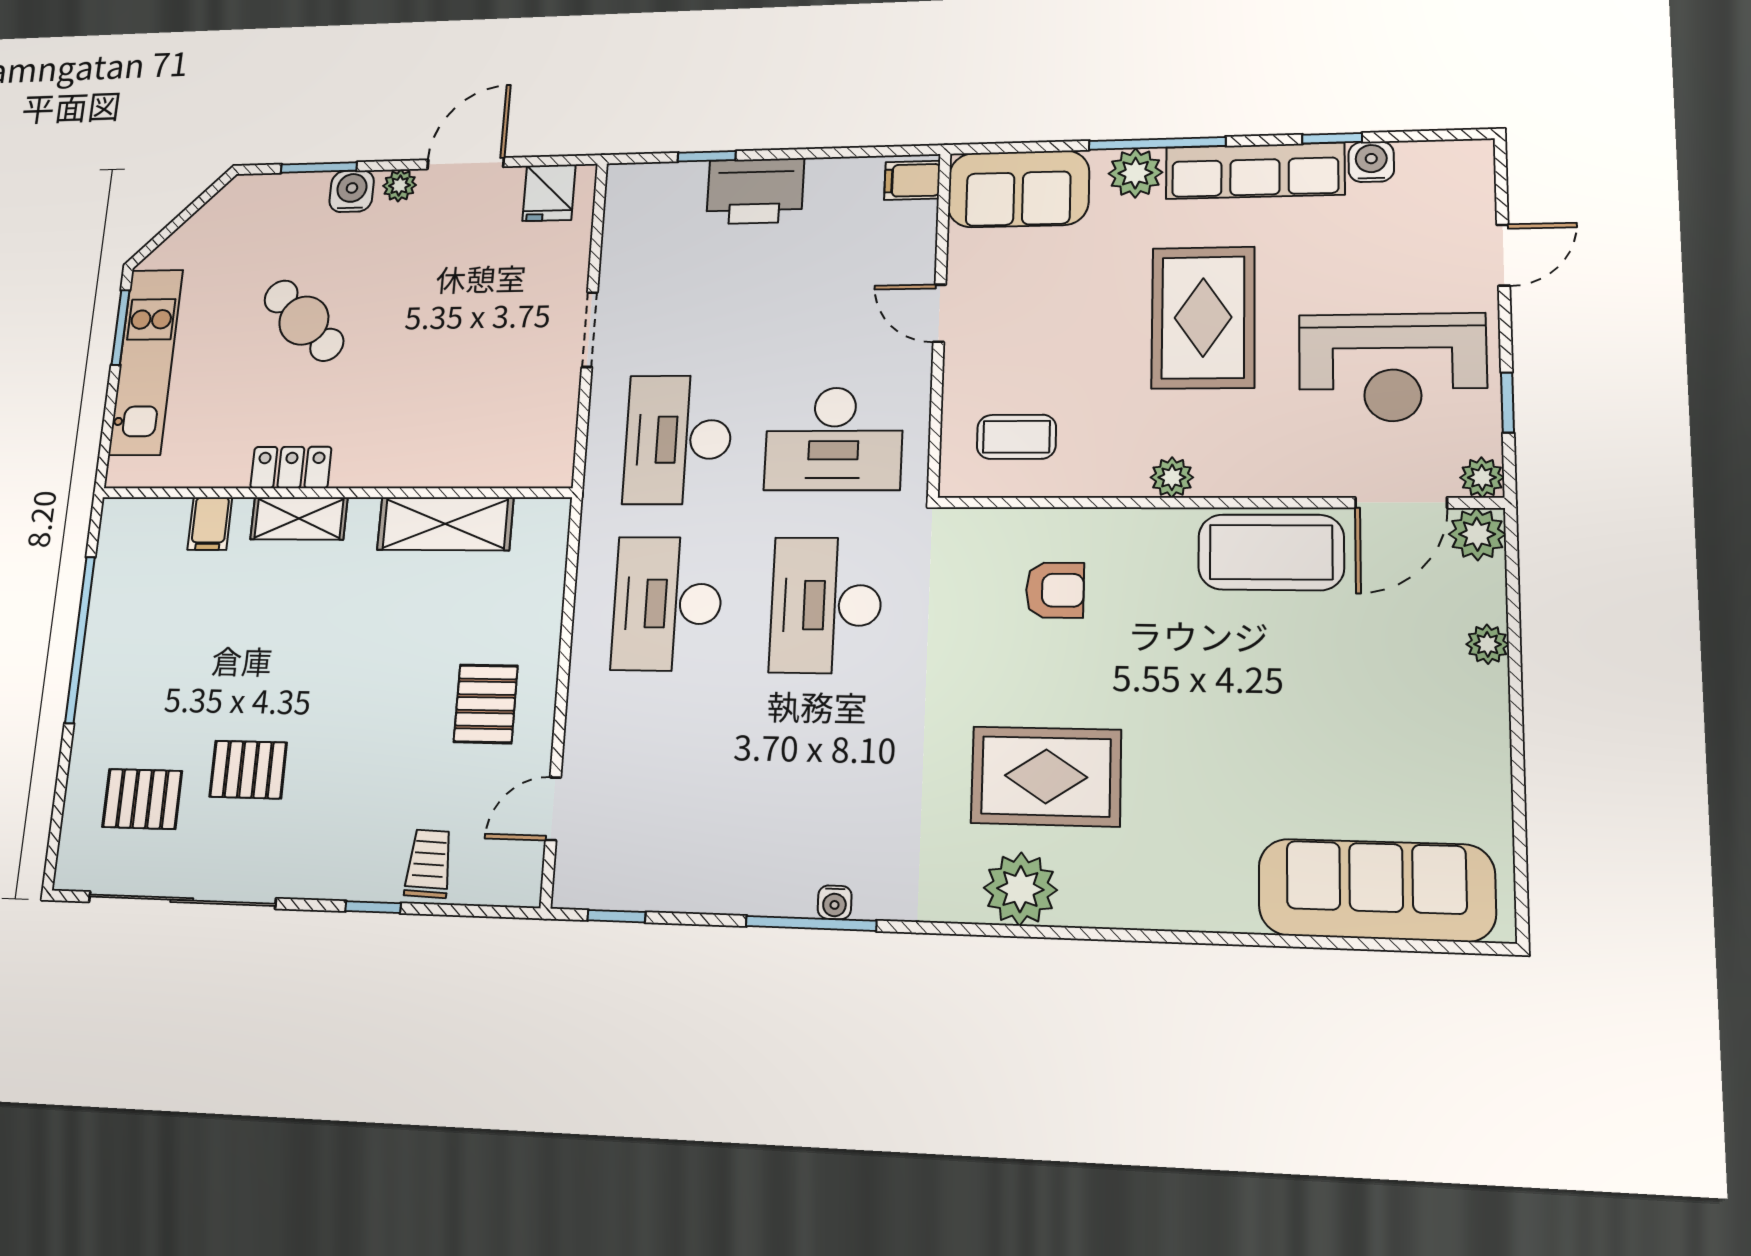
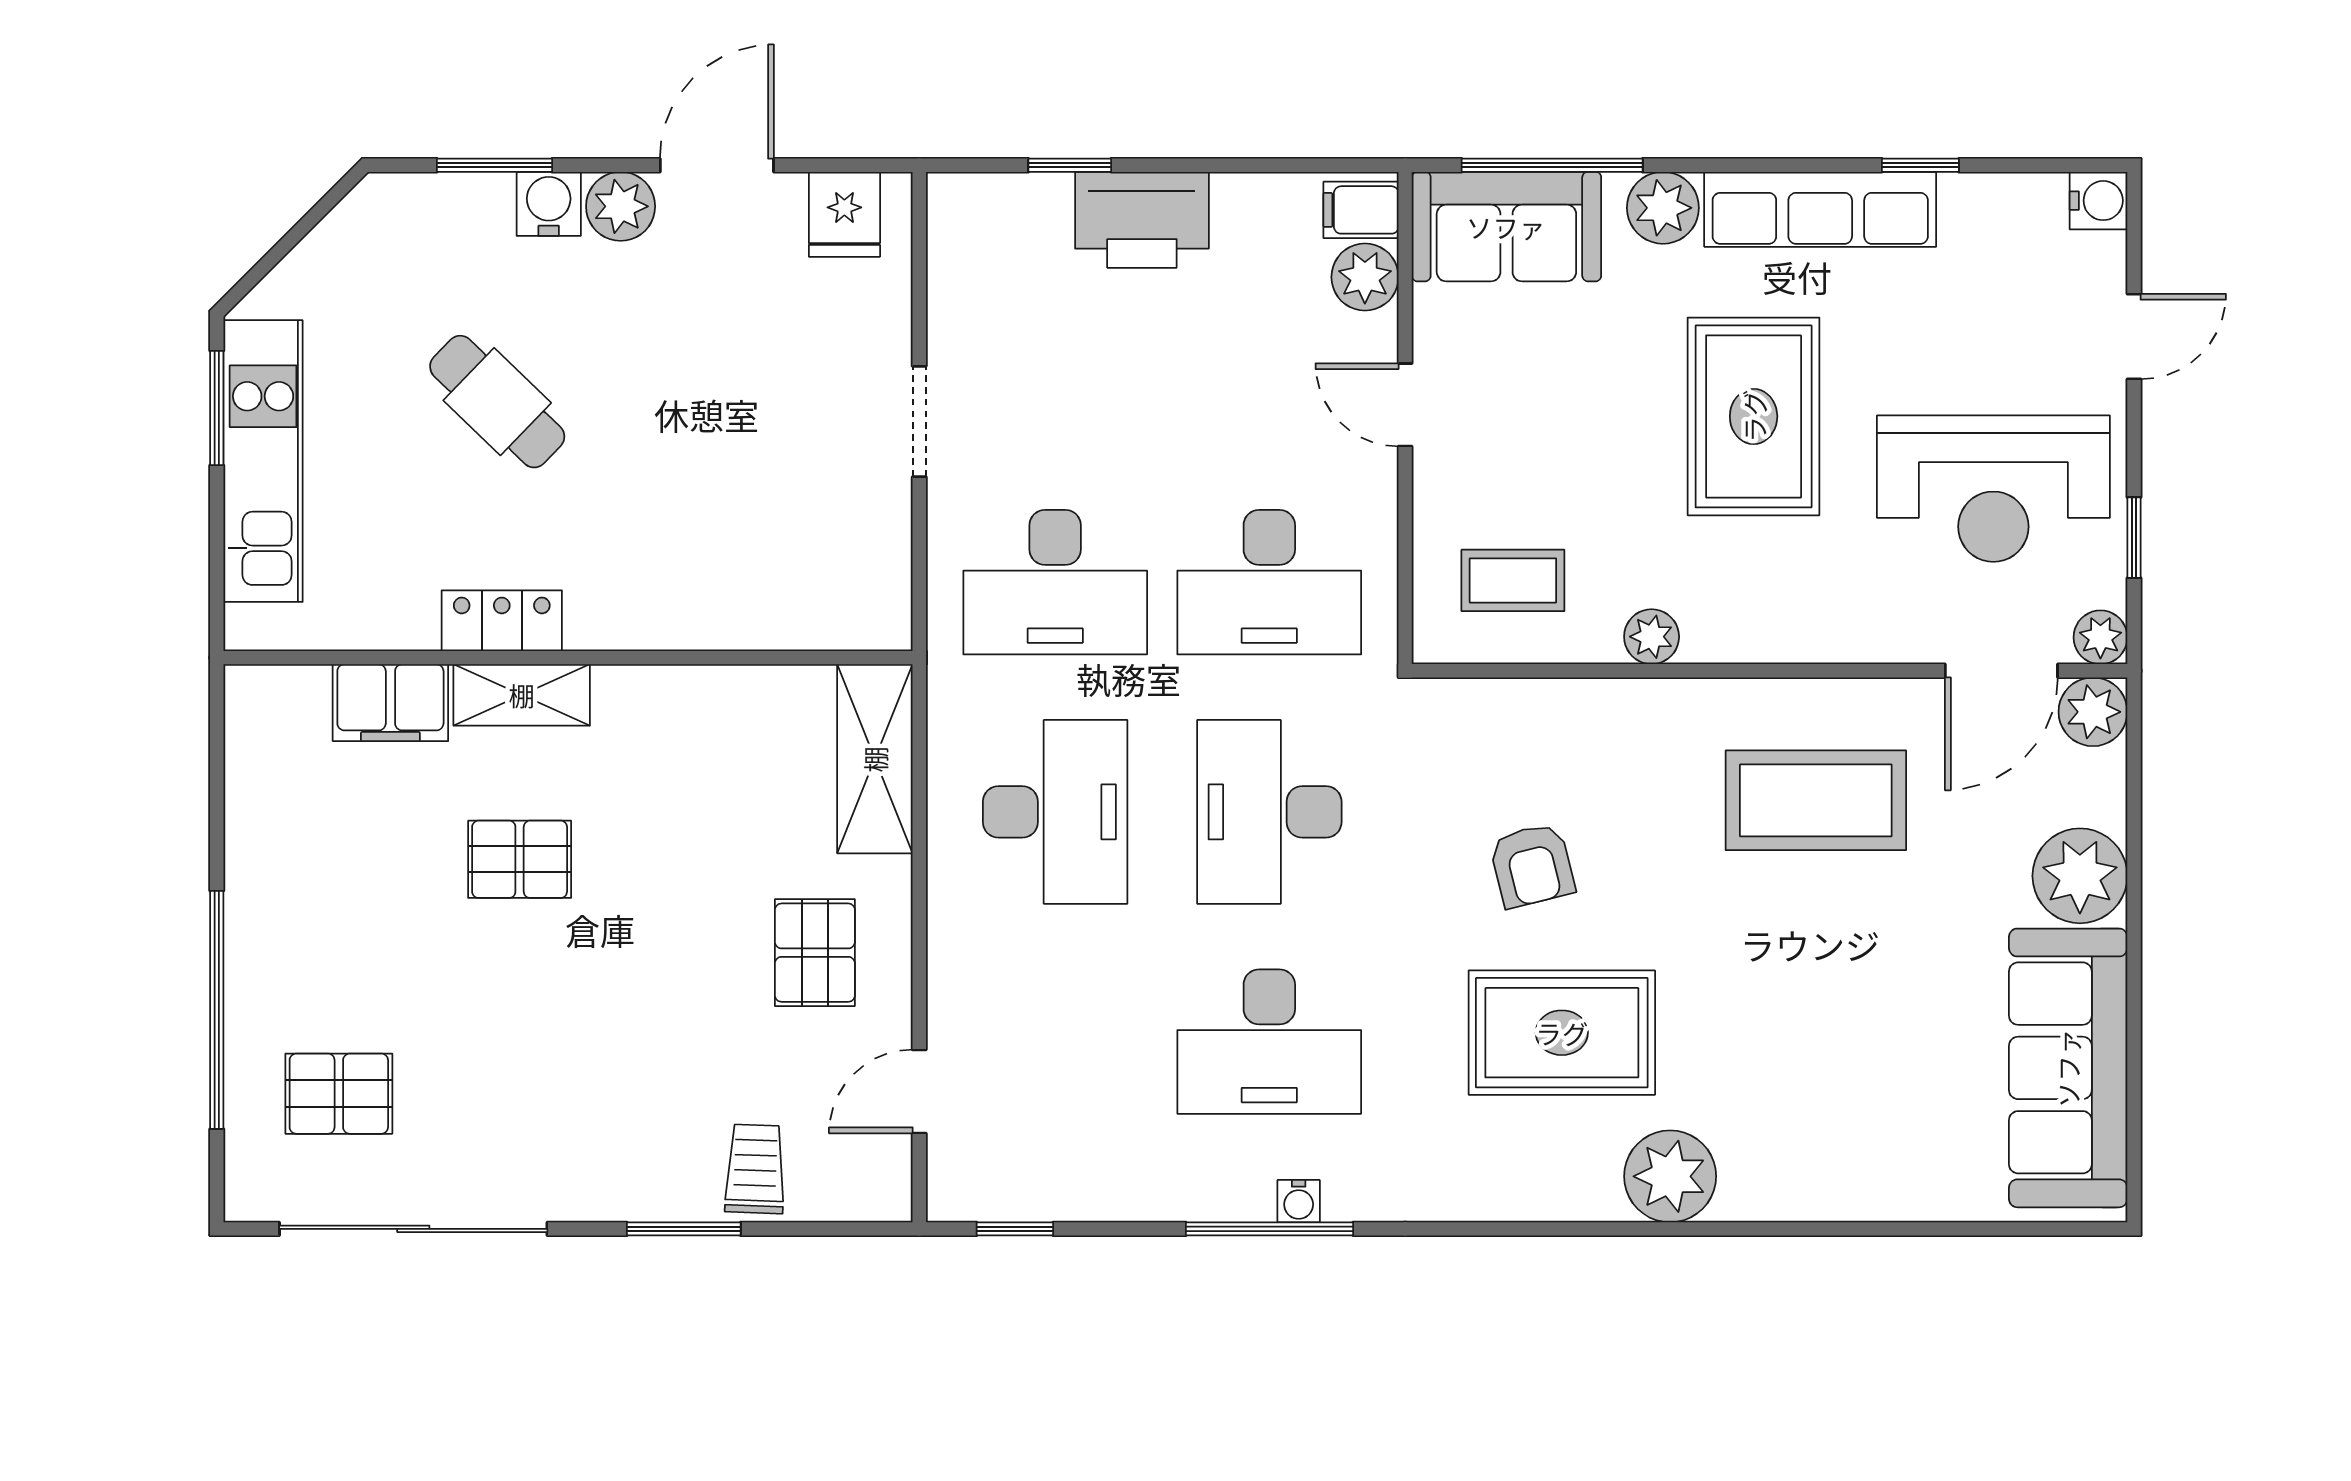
window: (1157, 143) -> (1552, 165), moved
water cooler: (1371, 162) -> (2099, 201), moved, turned 90
plant: (400, 185) -> (621, 206), width x1.38, depth x1.38
plant: (913, 226) -> (1365, 277), added
desk: (678, 440) -> (1055, 582), turned -90
plant: (1172, 477) -> (1652, 637), moved
filing cabinet: (210, 523) -> (390, 703), width x2.00
shelving: (445, 524) -> (875, 759), moved, turned 90
coffee table: (1271, 552) -> (1816, 800), moved
armchair: (1055, 590) -> (1532, 865), moved, turned 76
desk: (667, 604) -> (1055, 812), turned 180
window: (80, 639) -> (217, 1010), moved
plant: (1488, 644) -> (2080, 876), width x1.88, depth x1.88
pallet: (248, 770) -> (520, 859), moved
desk: (818, 778) -> (1269, 1042), added
plant: (1020, 889) -> (1670, 1176), moved
sofa: (1376, 890) -> (2068, 1068), moved, turned -90
window: (373, 907) -> (684, 1229), width x1.50

